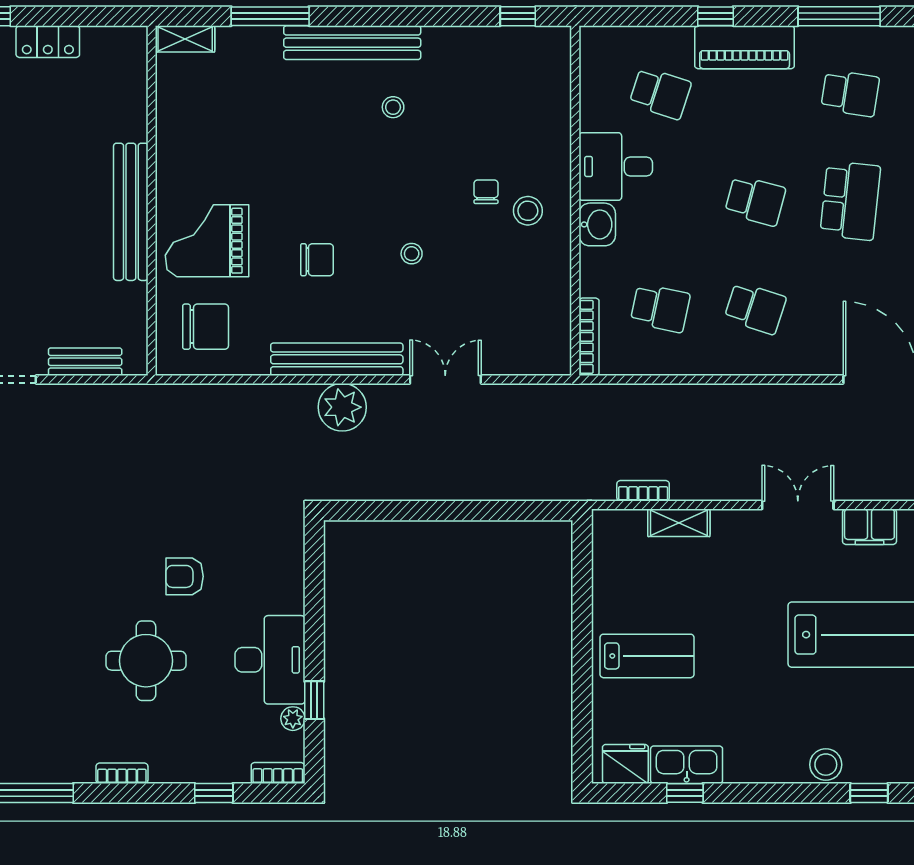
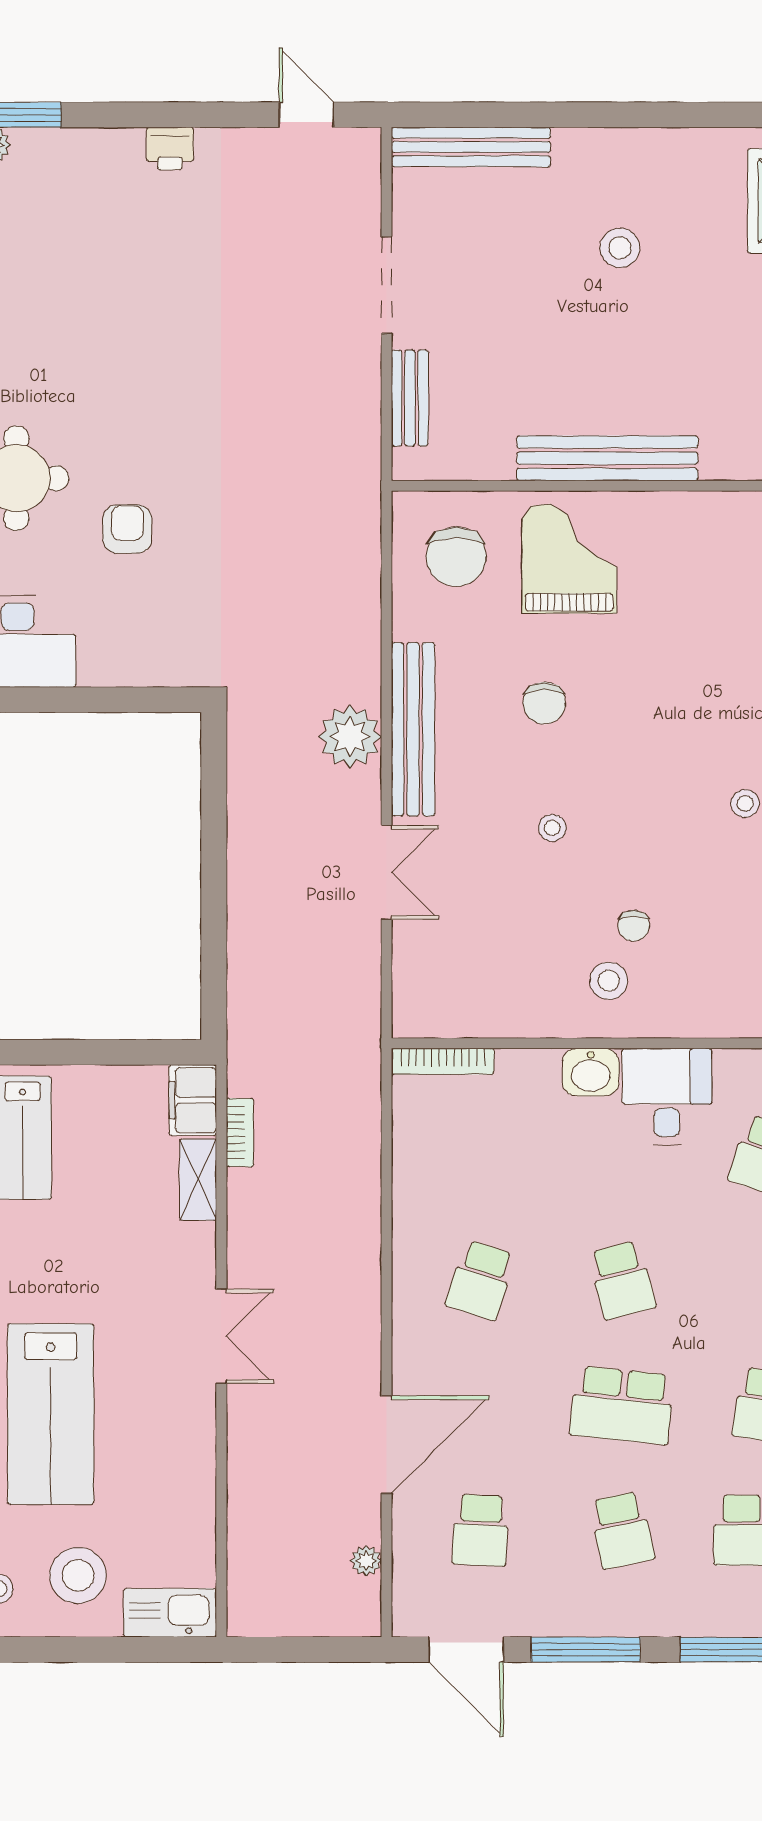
chair: (486, 192) -> (634, 926), turned 90
school desk: (755, 201) -> (622, 1280), turned -30
school desk: (660, 308) -> (480, 1155), removed
filing cabinet: (869, 527) -> (193, 1100), moved

